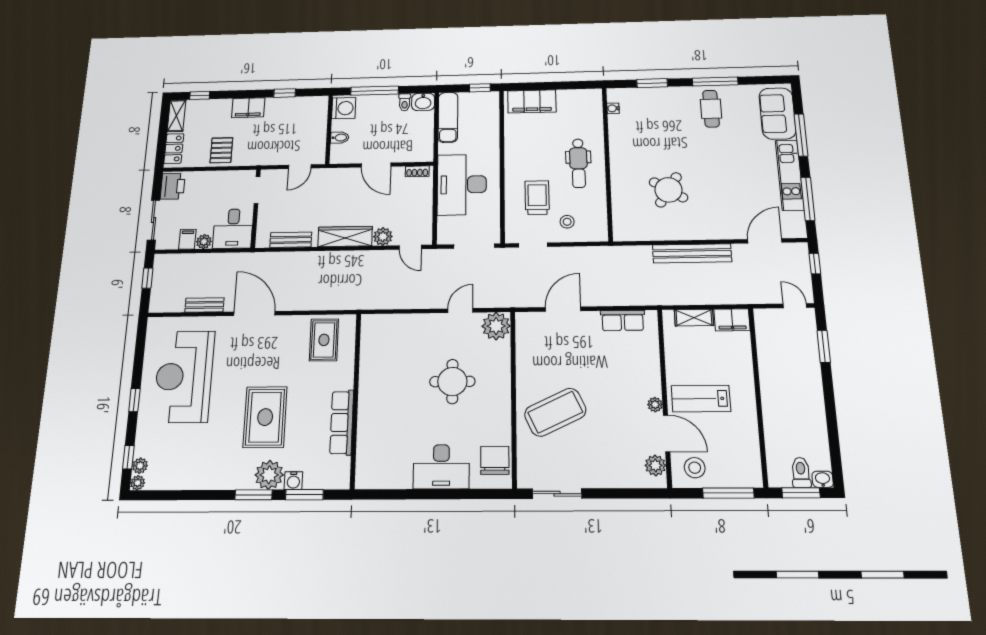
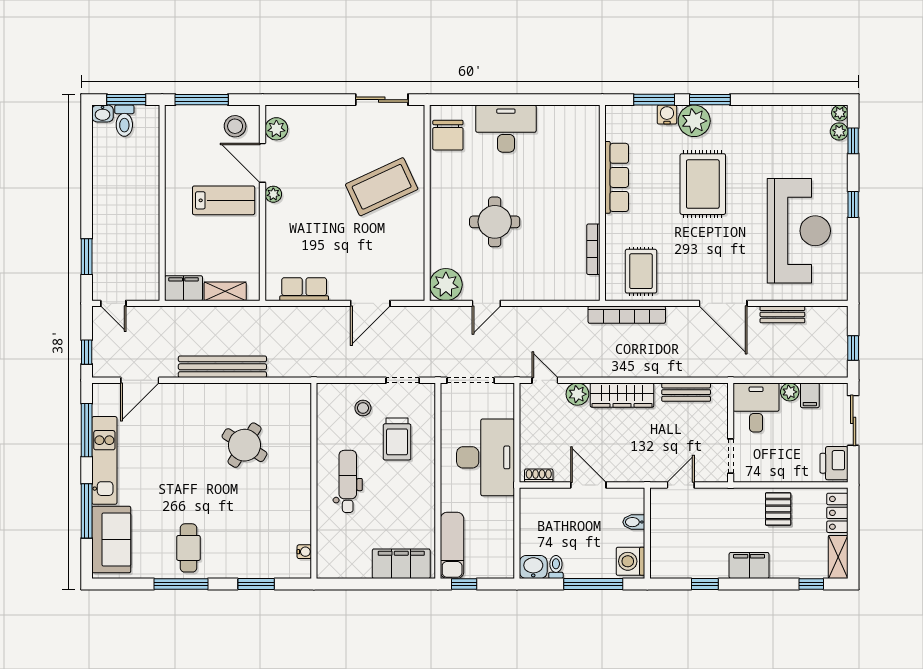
exam couch: (448, 117) -> (452, 545), moved, turned 180
bookcase: (338, 303) -> (627, 315), added
bookcase: (365, 358) -> (593, 249), added

